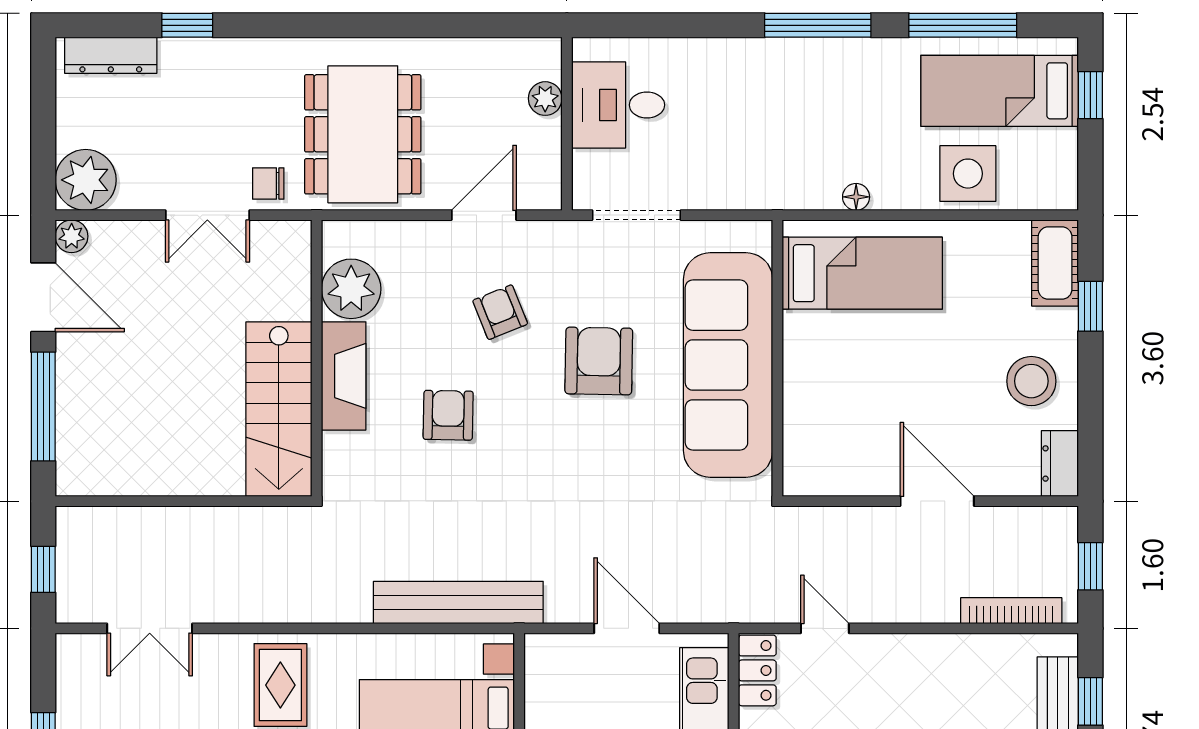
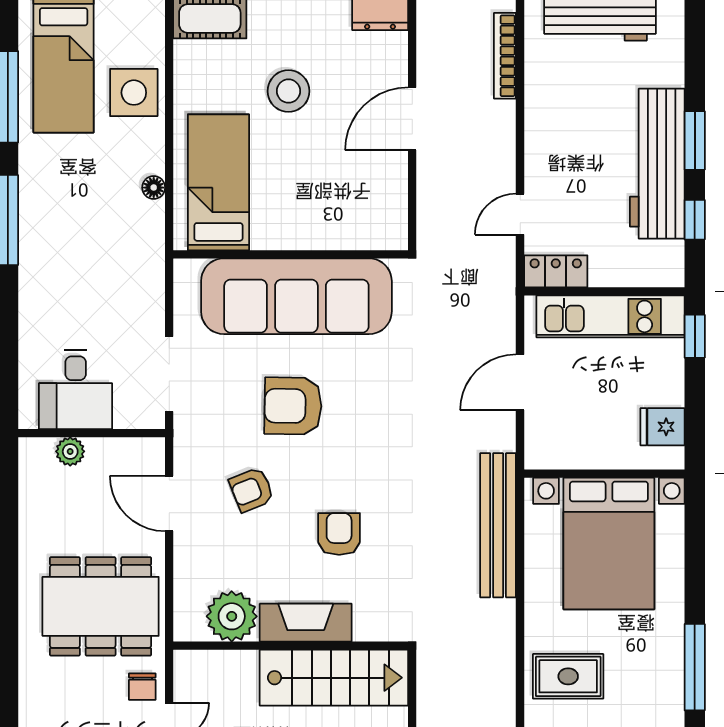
stool: (1031, 381) -> (288, 91), moved
armchair: (448, 415) -> (339, 534), turned 89

